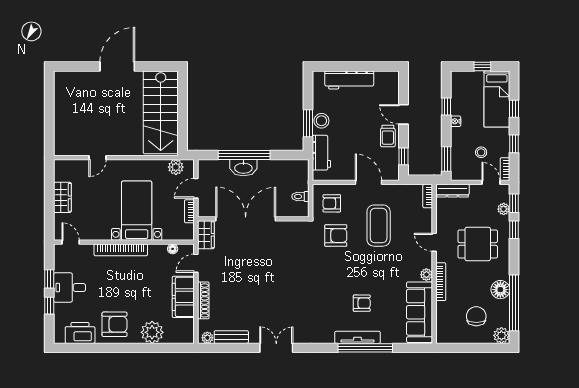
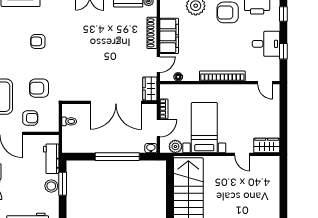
door: (97, 158) -> (242, 154), swing flipped
washbasin: (243, 168) -> (151, 148), moved, width x0.52, depth x0.69
wardrobe: (62, 197) -> (267, 145), moved, turned 90
armchair: (332, 203) -> (30, 118), moved
bed with nightstands: (137, 211) -> (204, 128), moved, turned 180
armchair: (362, 303) -> (38, 41), moved
window: (49, 306) -> (283, 14), moved

